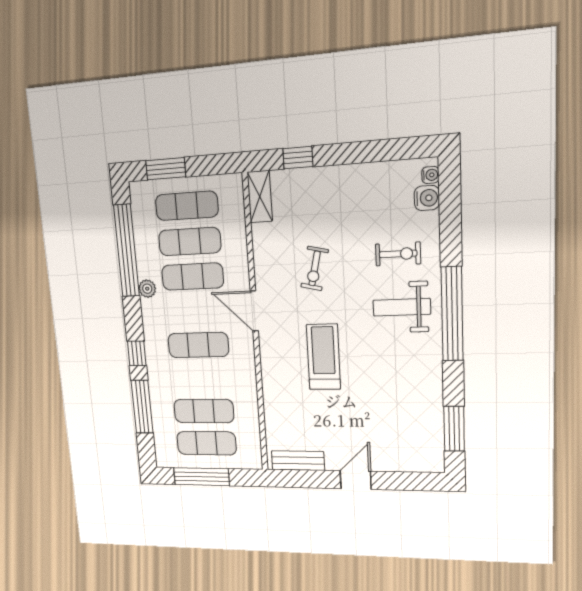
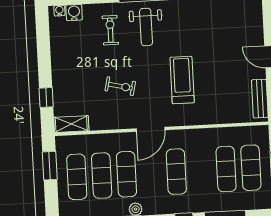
window: (166, 169) -> (50, 166), moved
treadmill: (323, 357) -> (182, 80), turned 90

